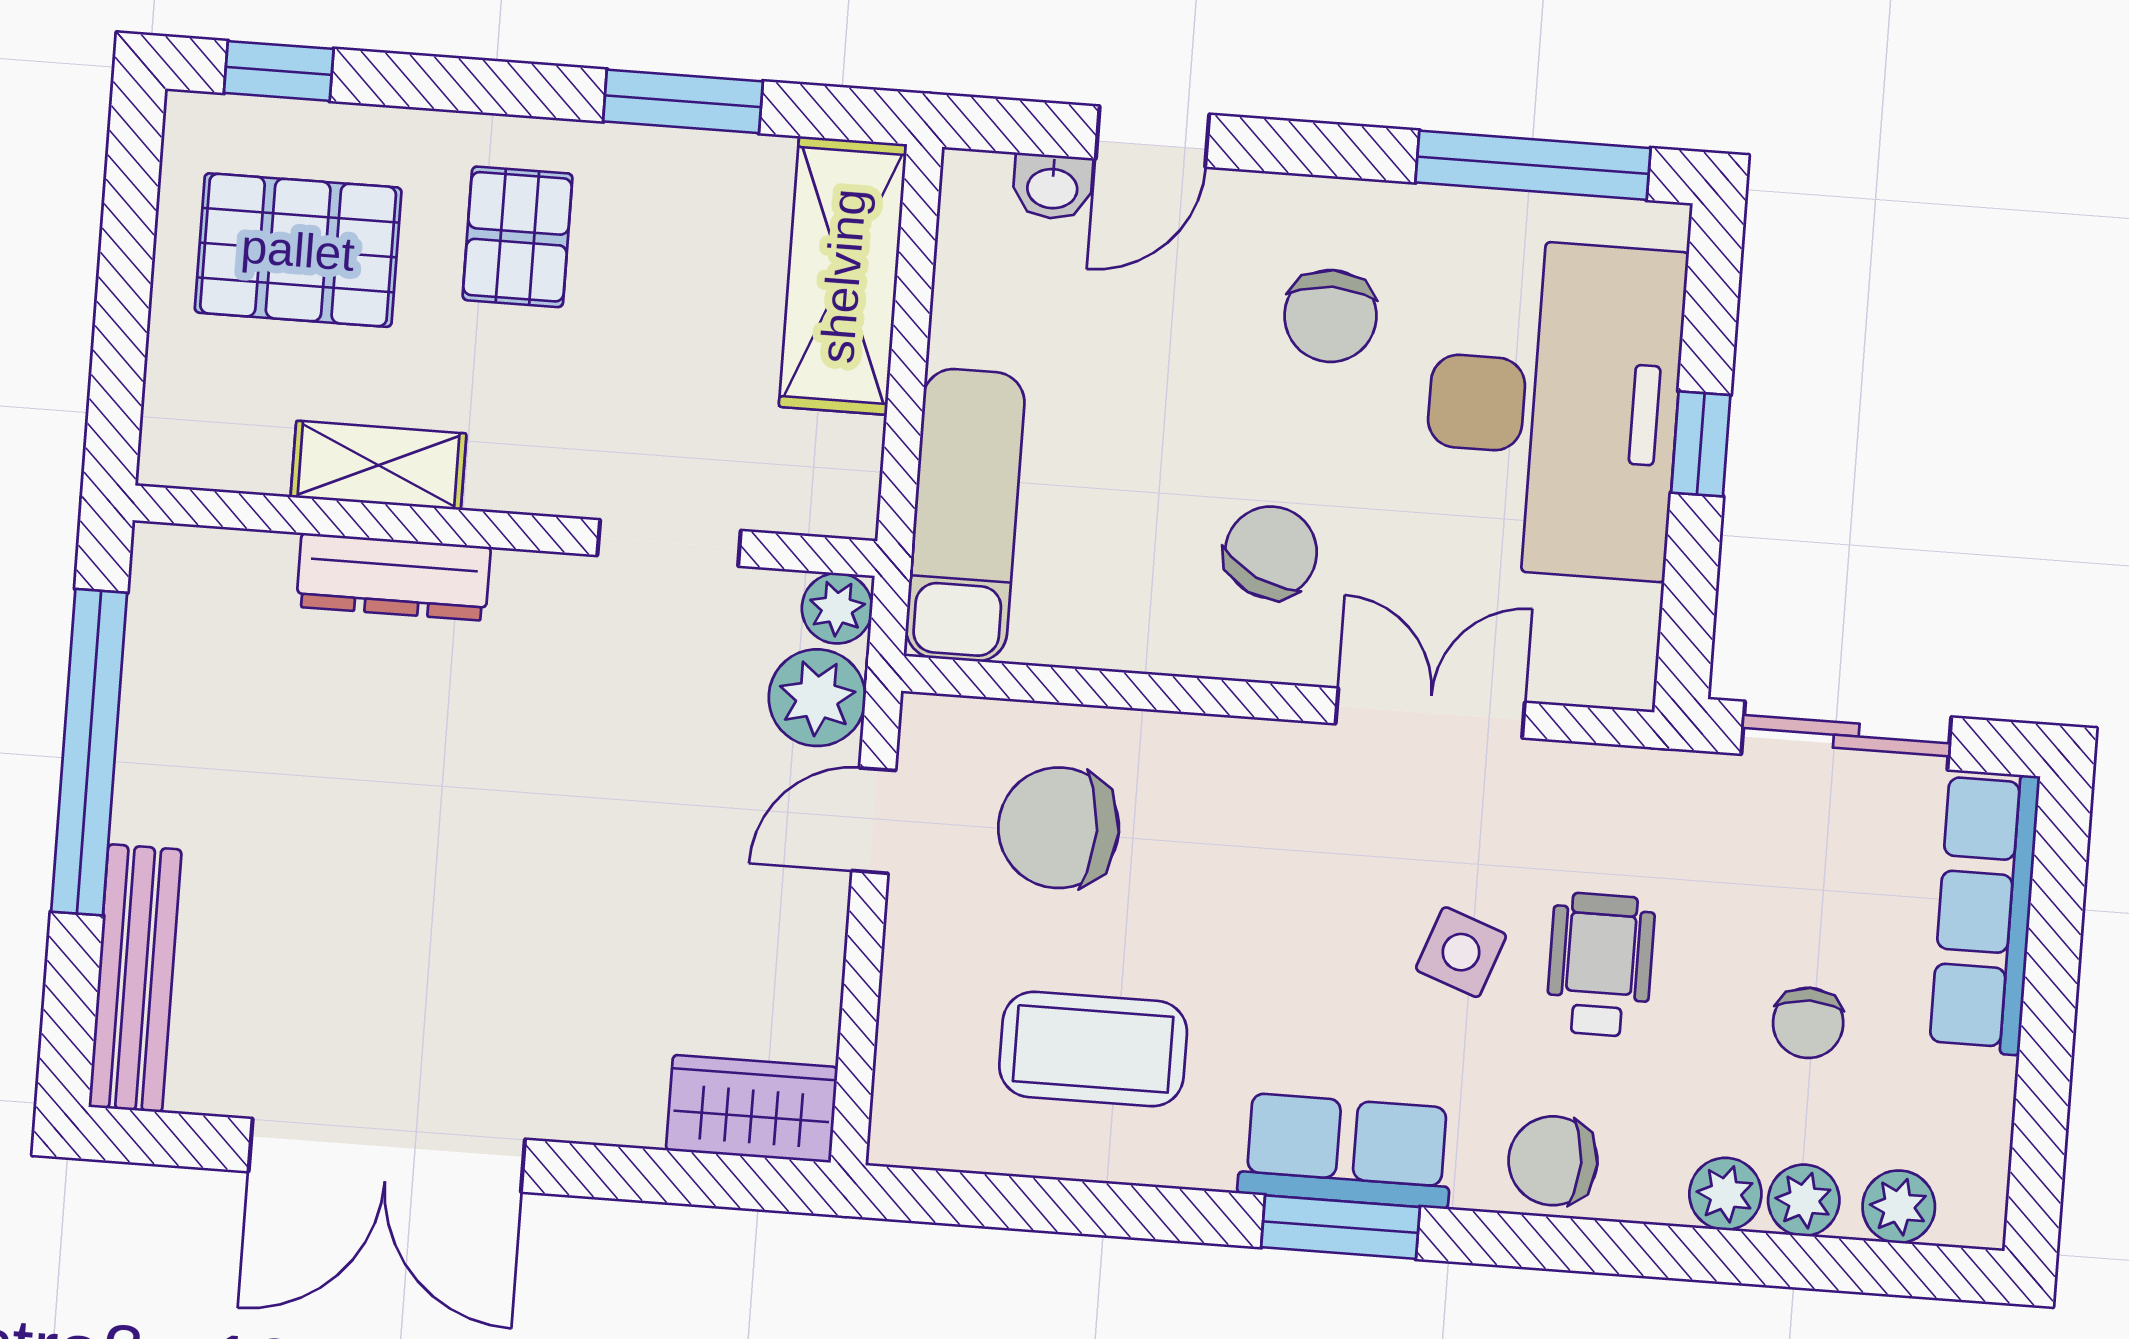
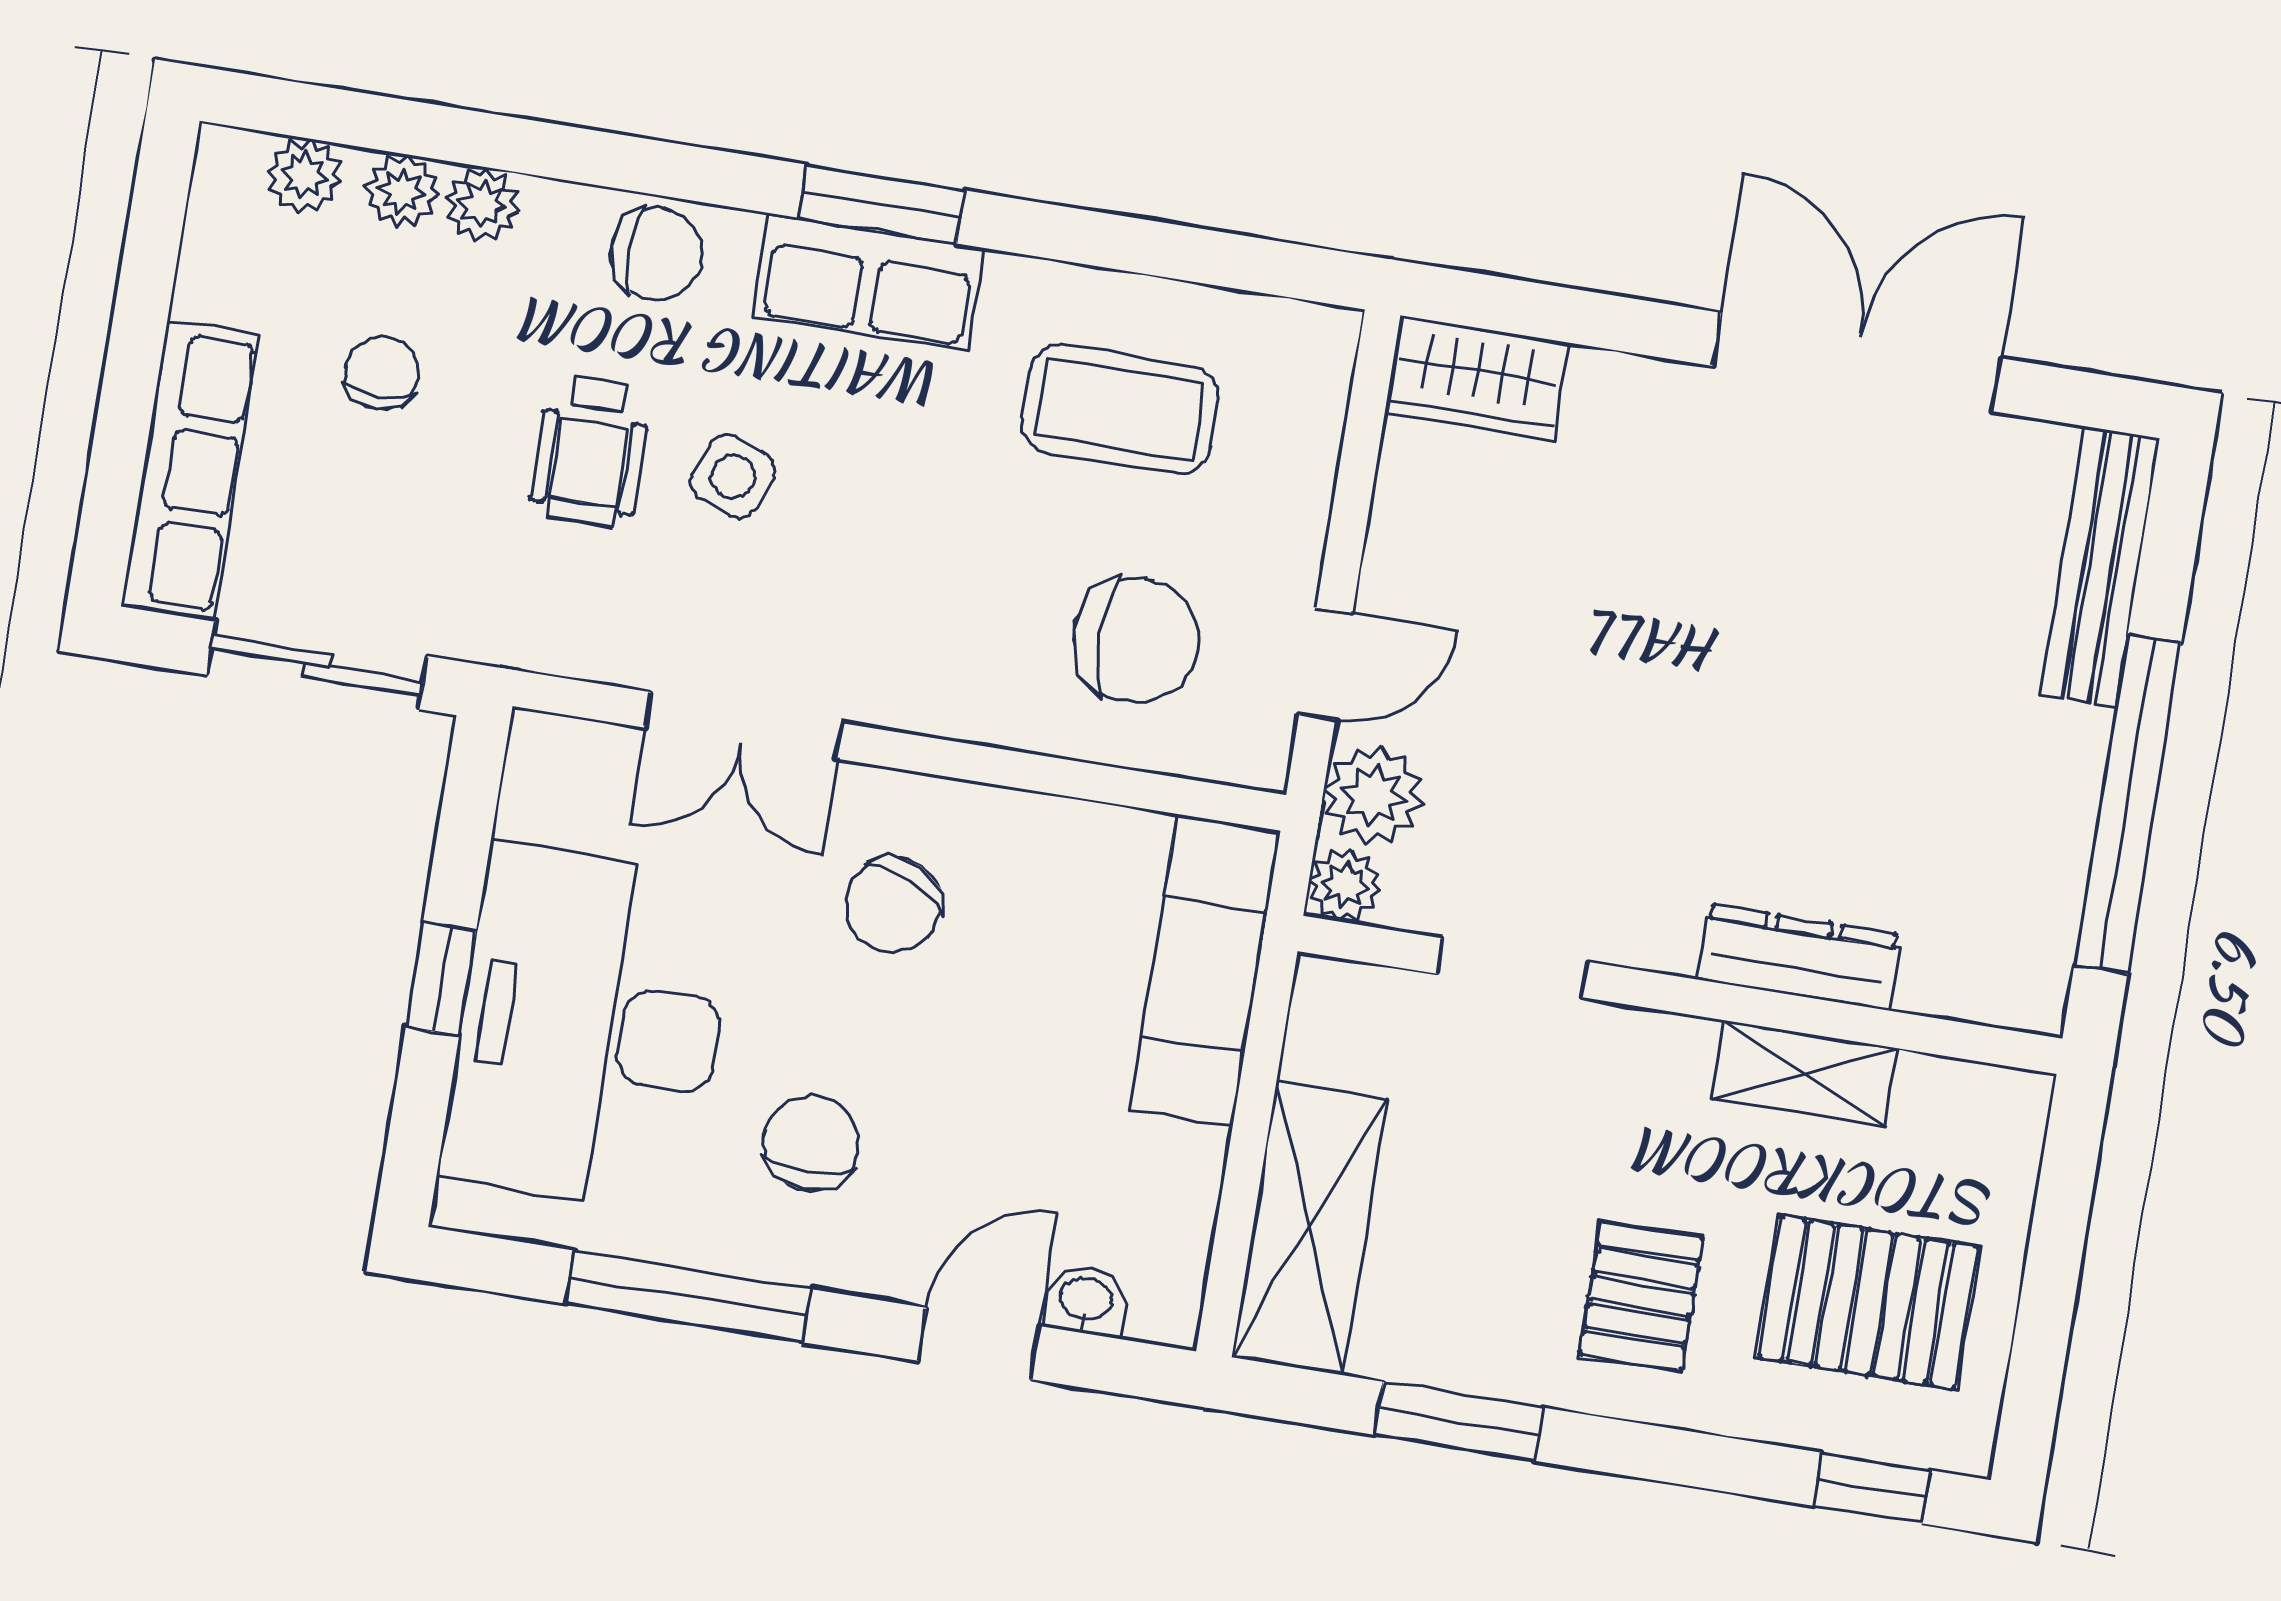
window: (1533, 165) -> (688, 1296), moved

